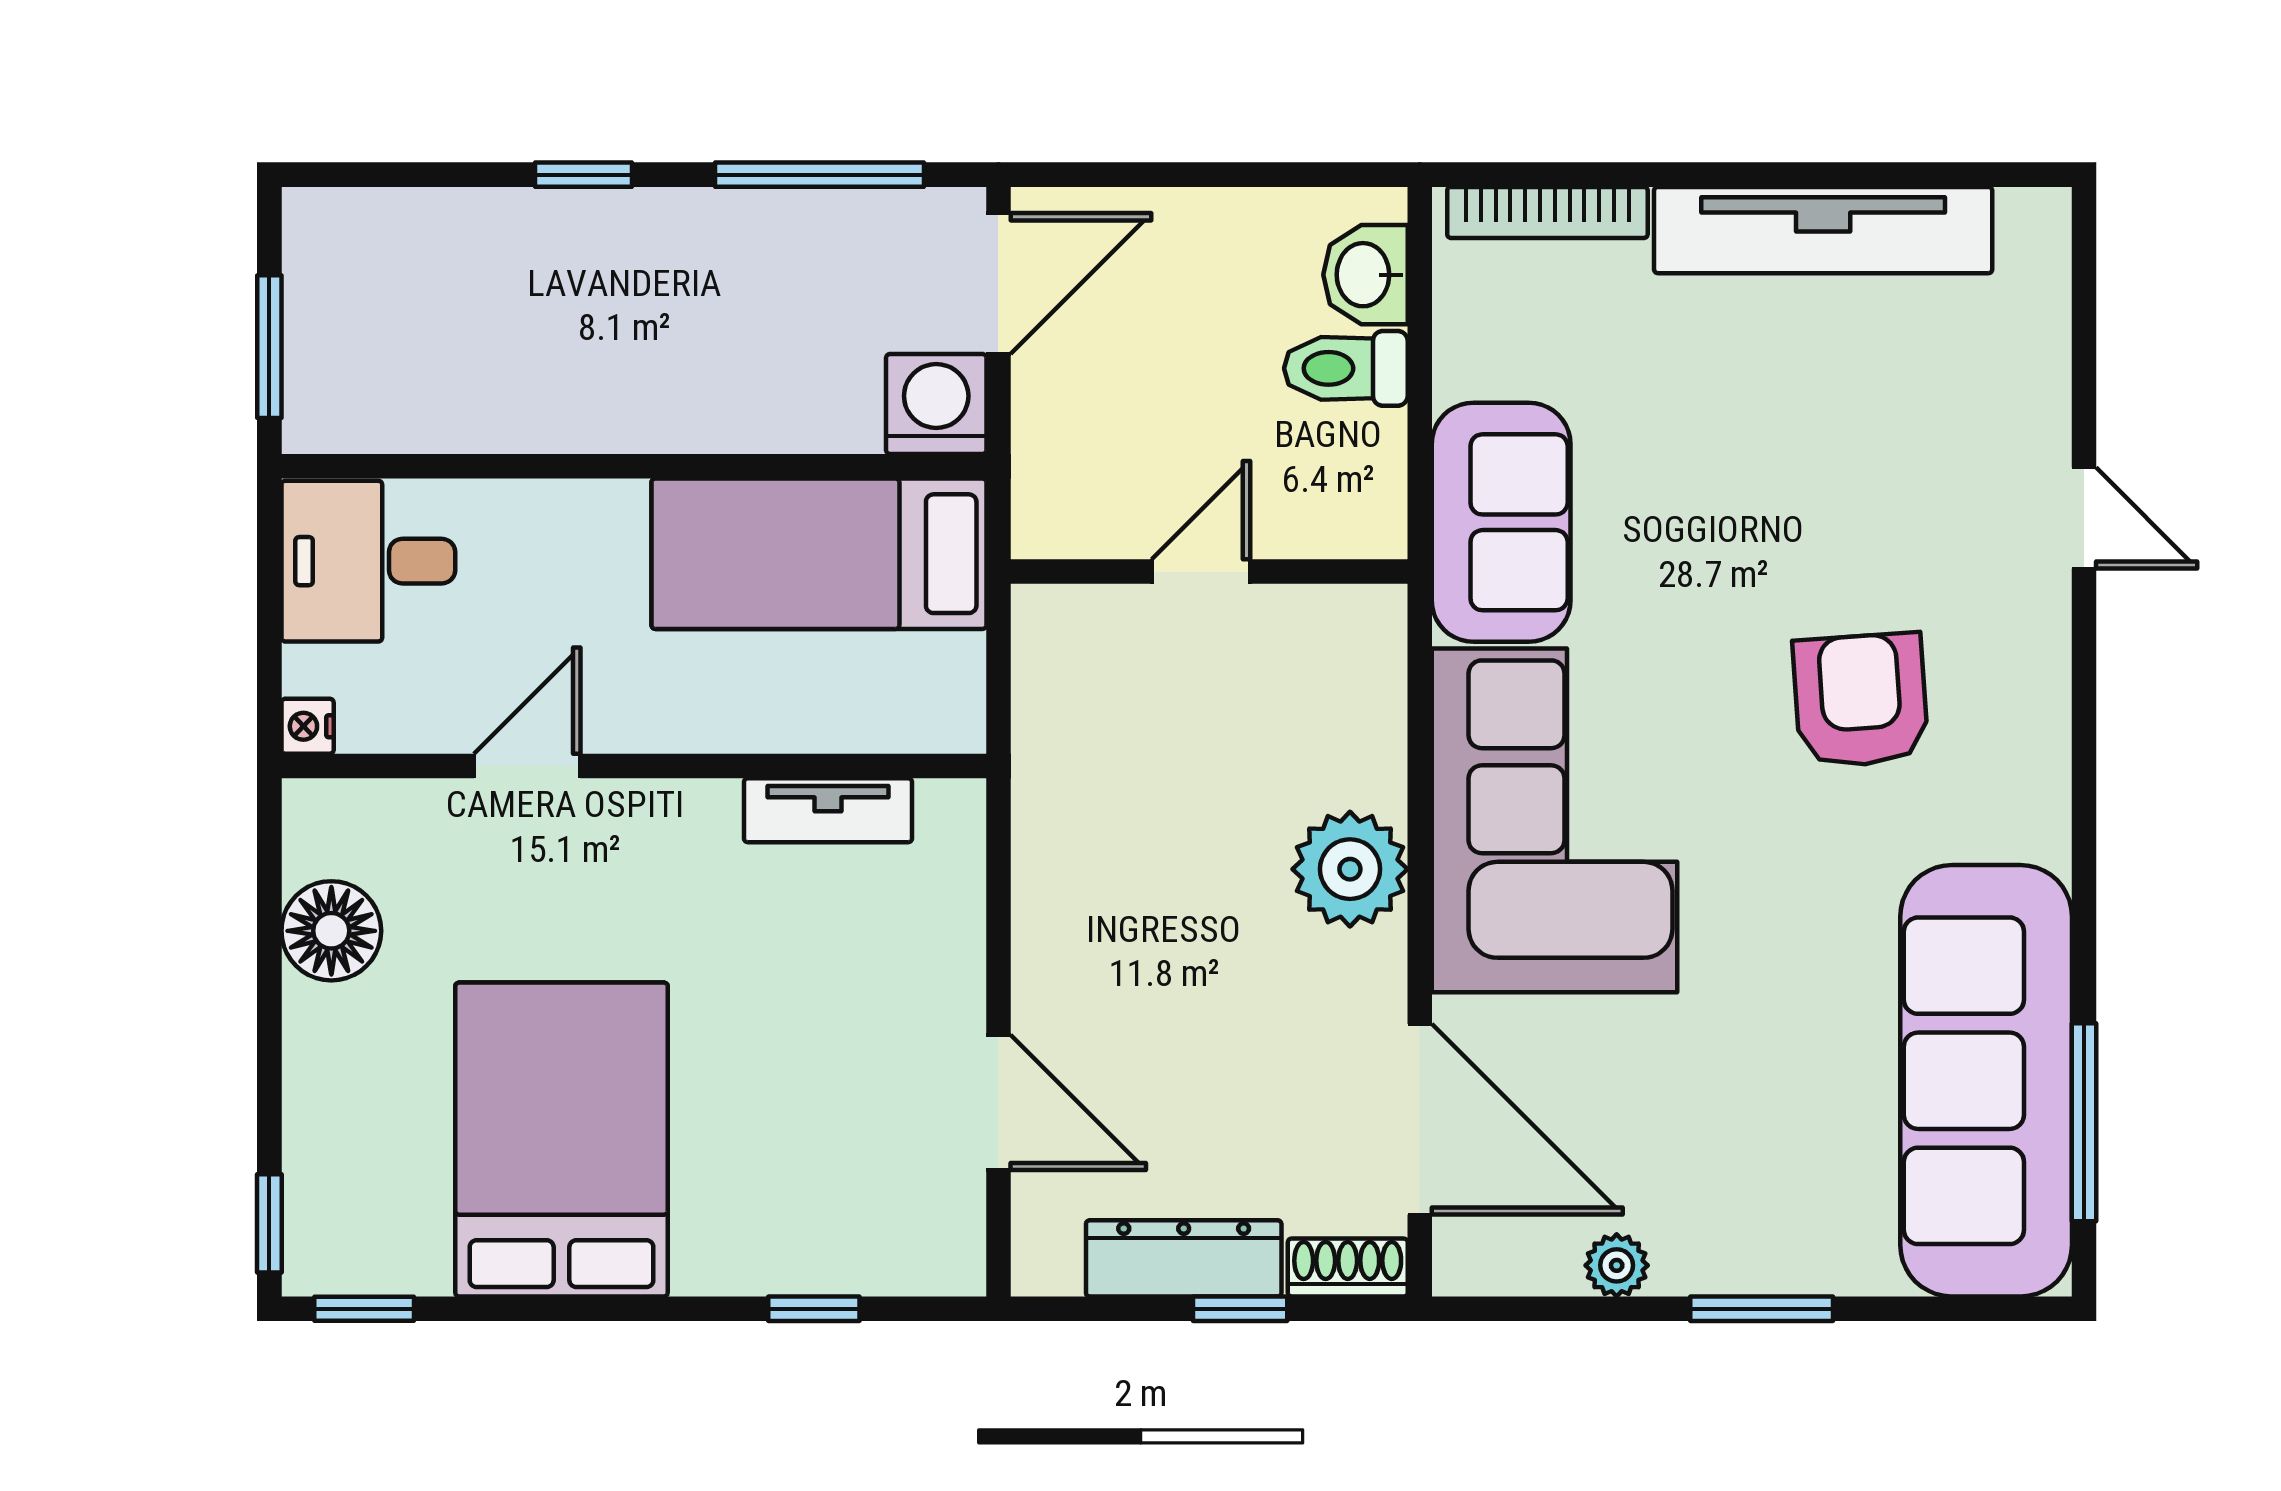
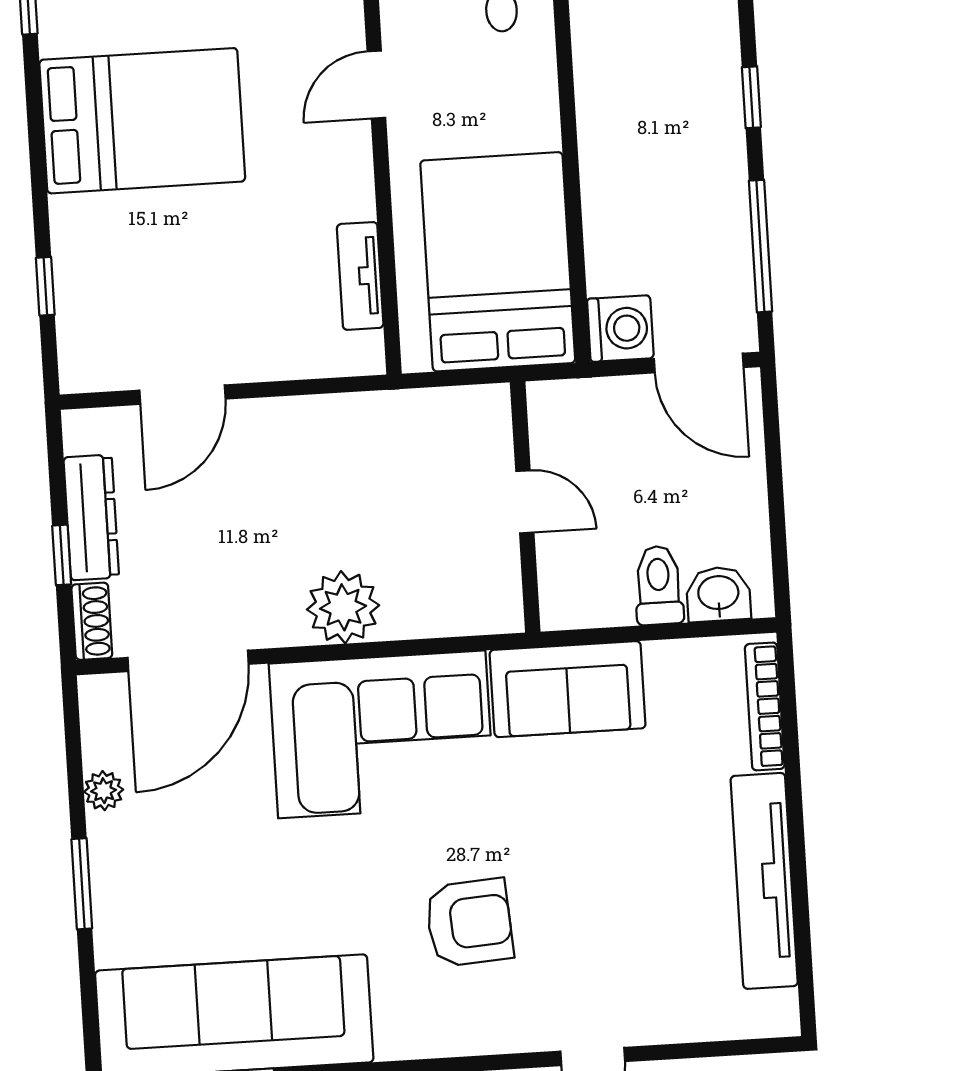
bed: (819, 554) -> (498, 262), width x1.50
door: (527, 766) -> (376, 85), swing flipped

